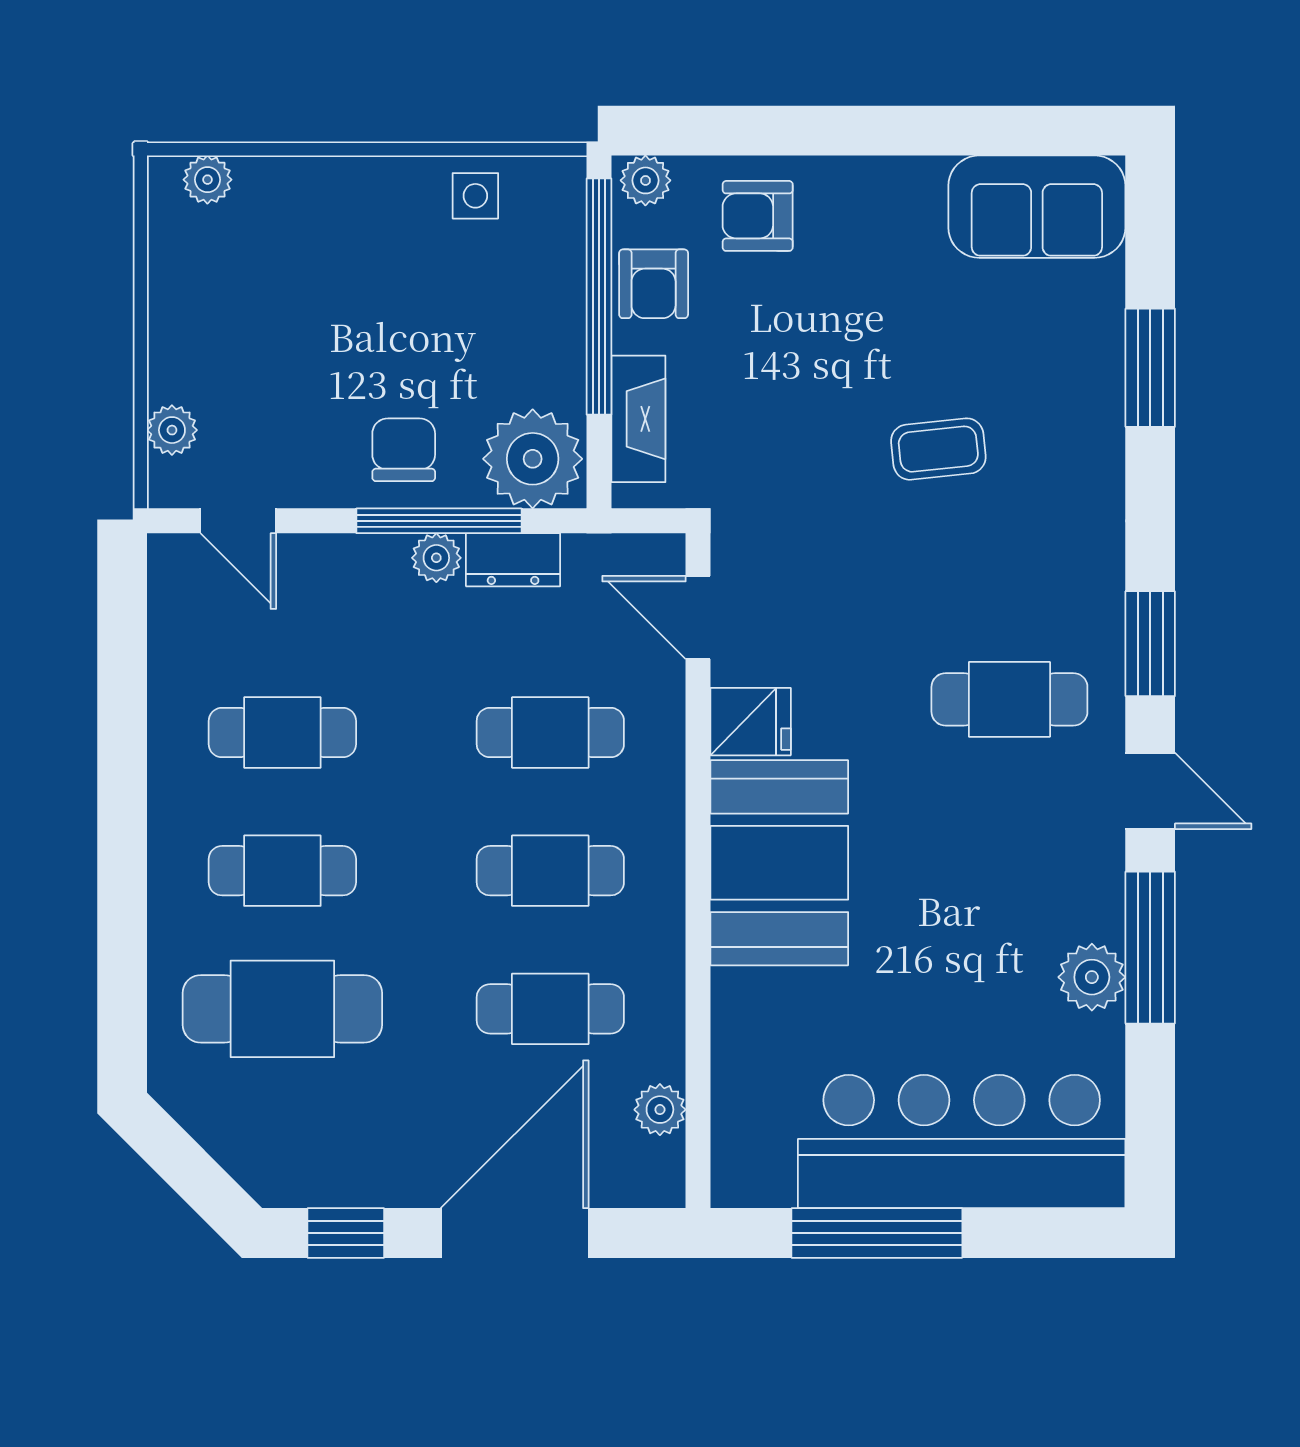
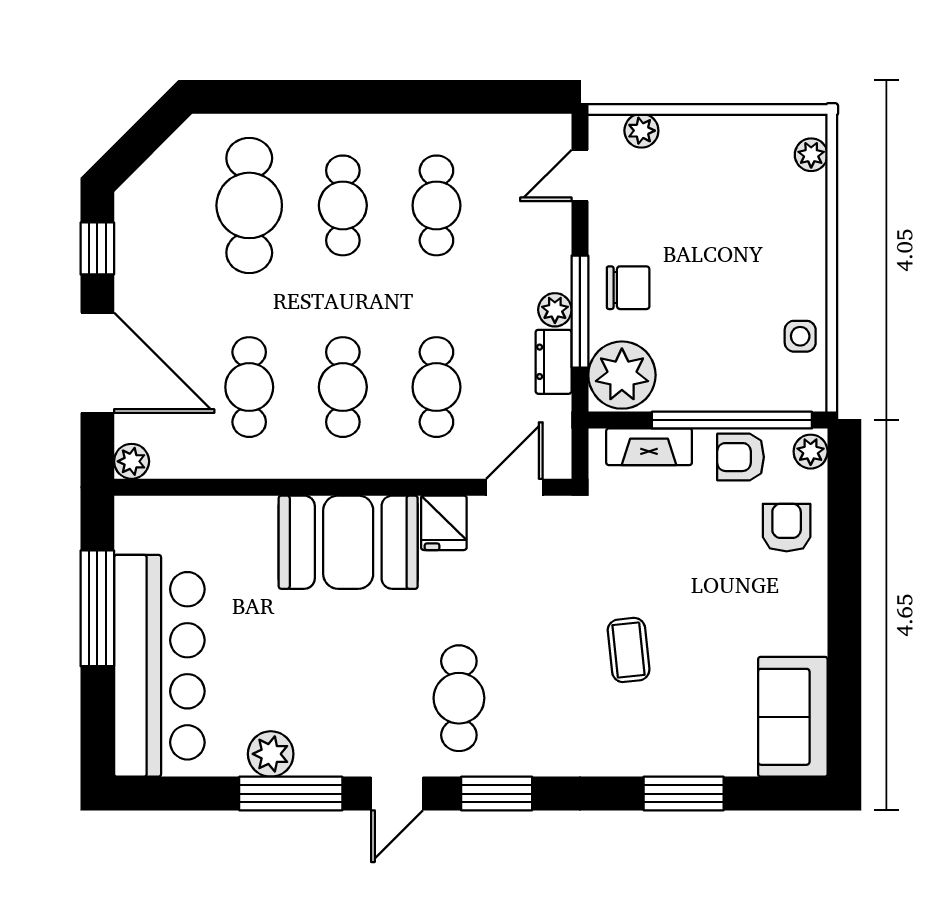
plant: (660, 1110) -> (132, 461), moved

